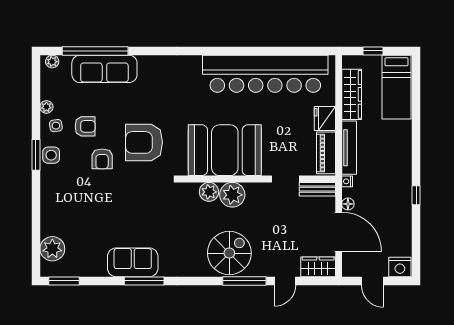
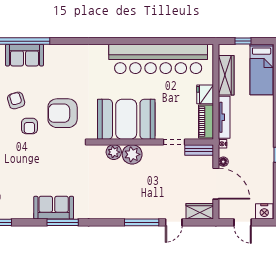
sofa: (104, 69) -> (25, 55), width x0.73
armchair: (85, 126) -> (16, 100), turned -107
spiral stairs: (229, 253) -> (130, 200), removed

